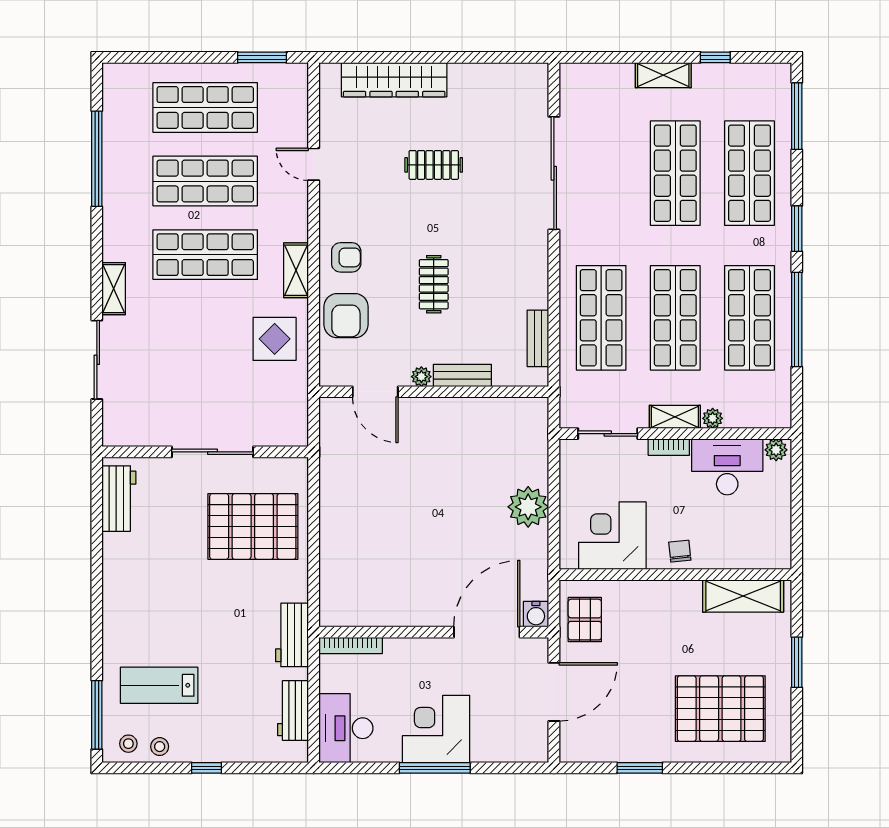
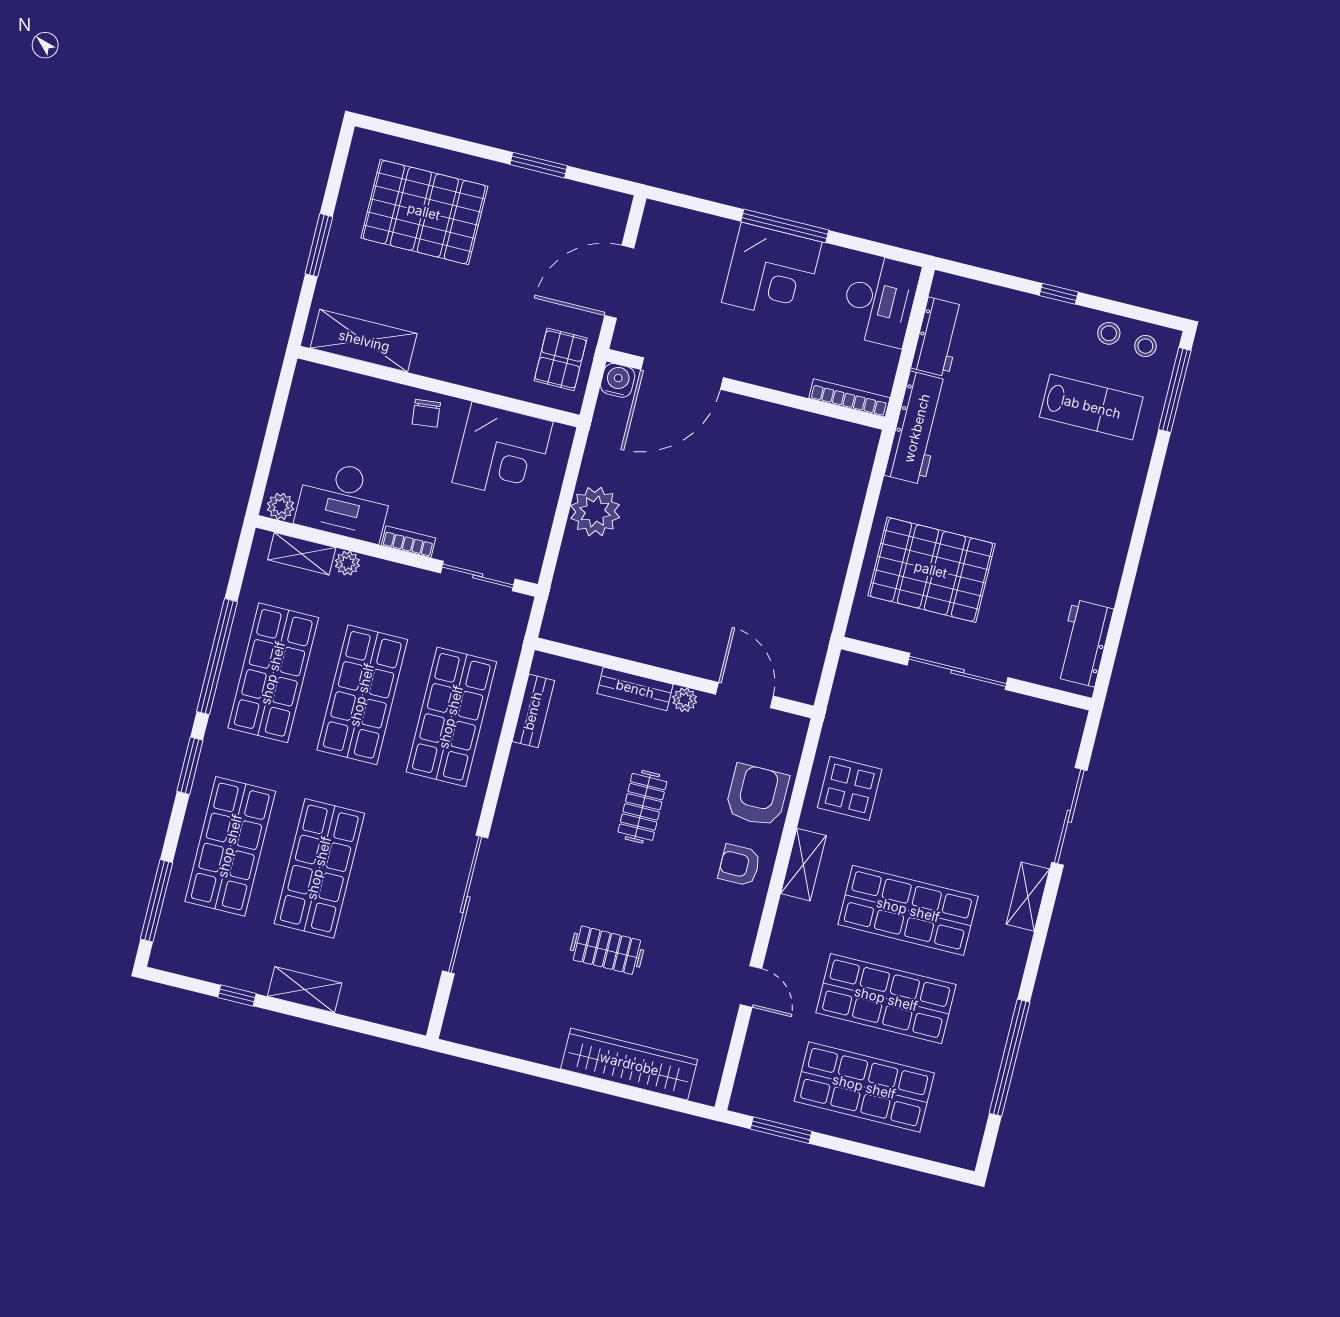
shelving: (675, 417) -> (302, 554), moved
workbench: (292, 635) -> (917, 428), width x1.38

